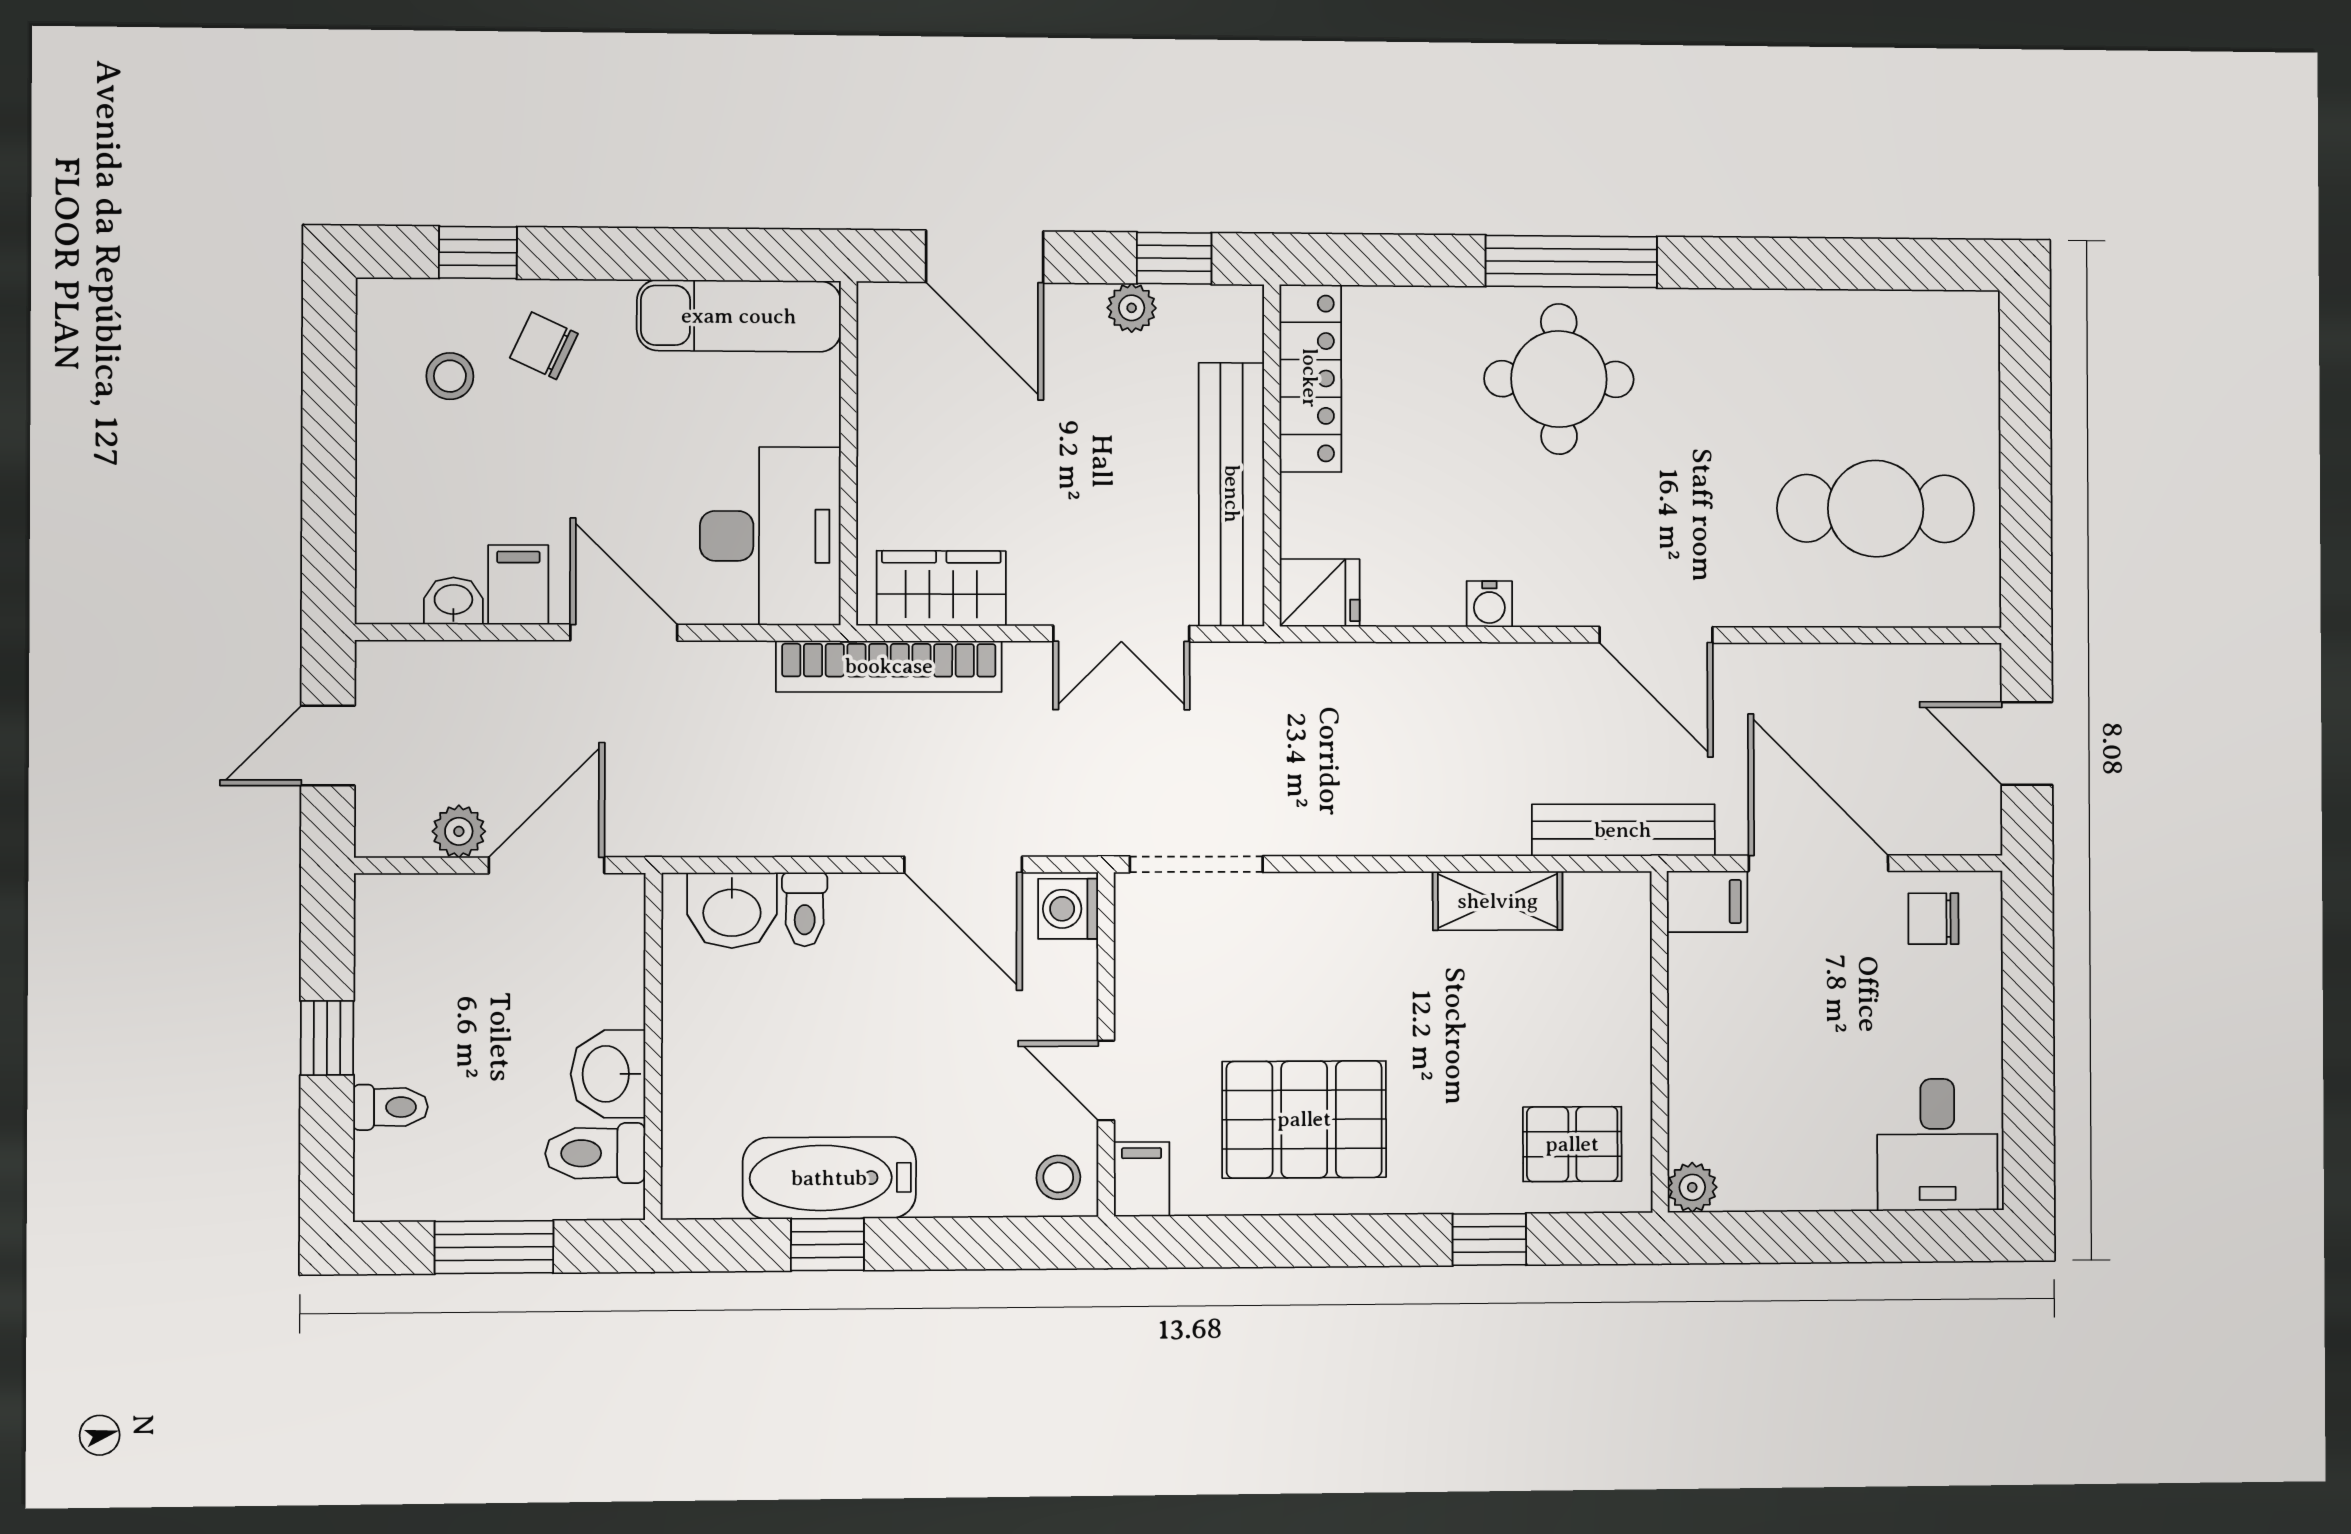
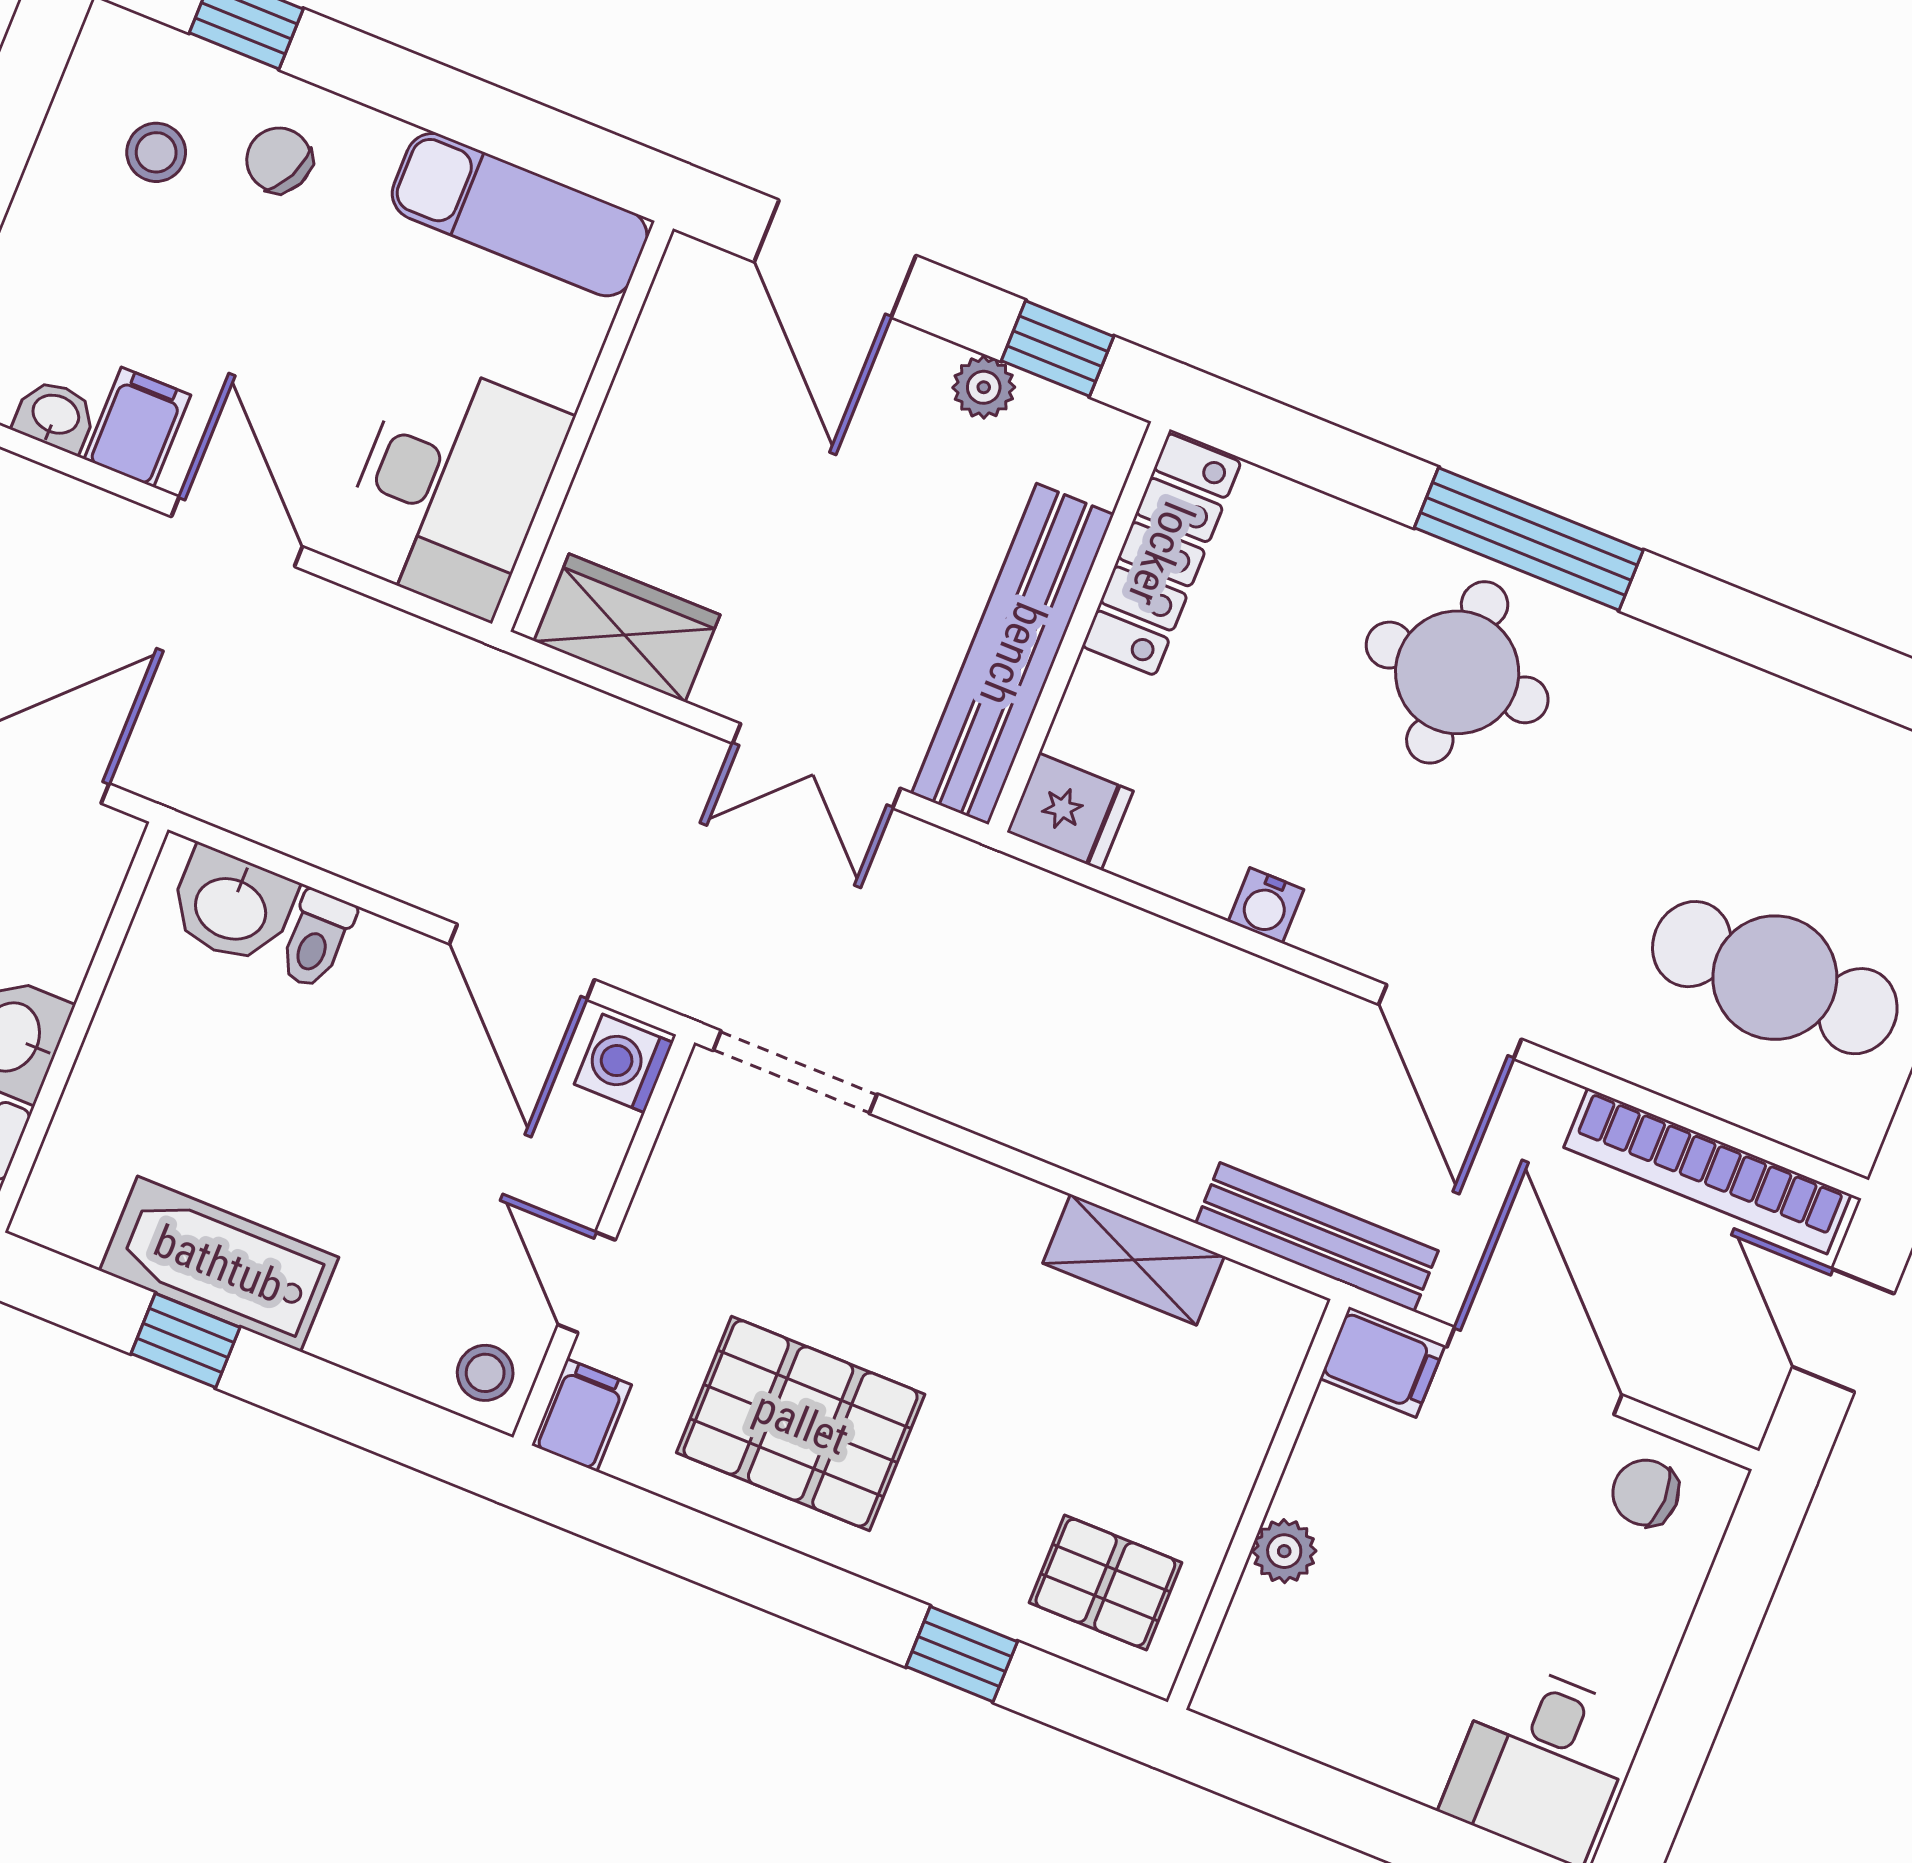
bookcase: (889, 666) -> (1707, 1171), moved
plant: (1692, 1187) -> (1284, 1551), moved

